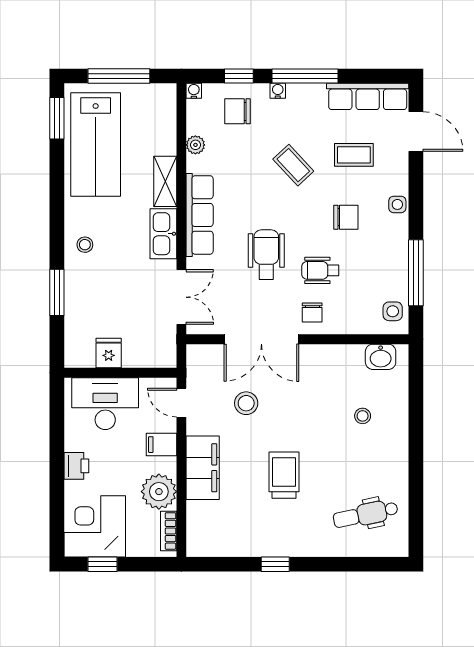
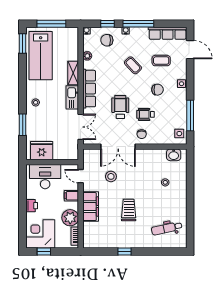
fridge: (109, 353) -> (42, 151), width x1.88, depth x1.34

